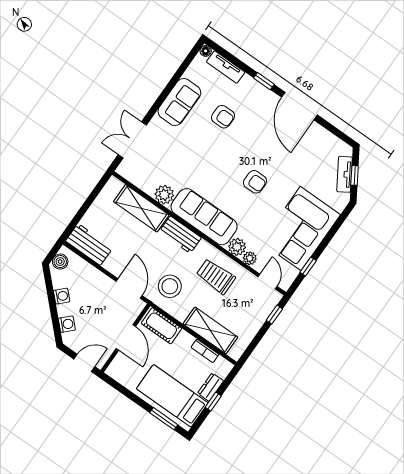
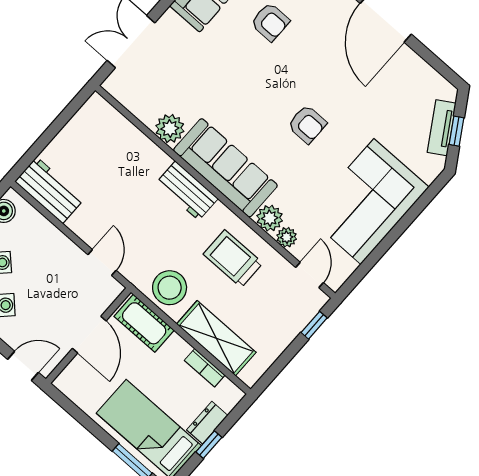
shelving: (141, 208) -> (133, 145), removed
window: (308, 267) -> (372, 259), removed
stool: (170, 286) -> (170, 288), moved
door: (129, 289) -> (102, 262), width x0.73

